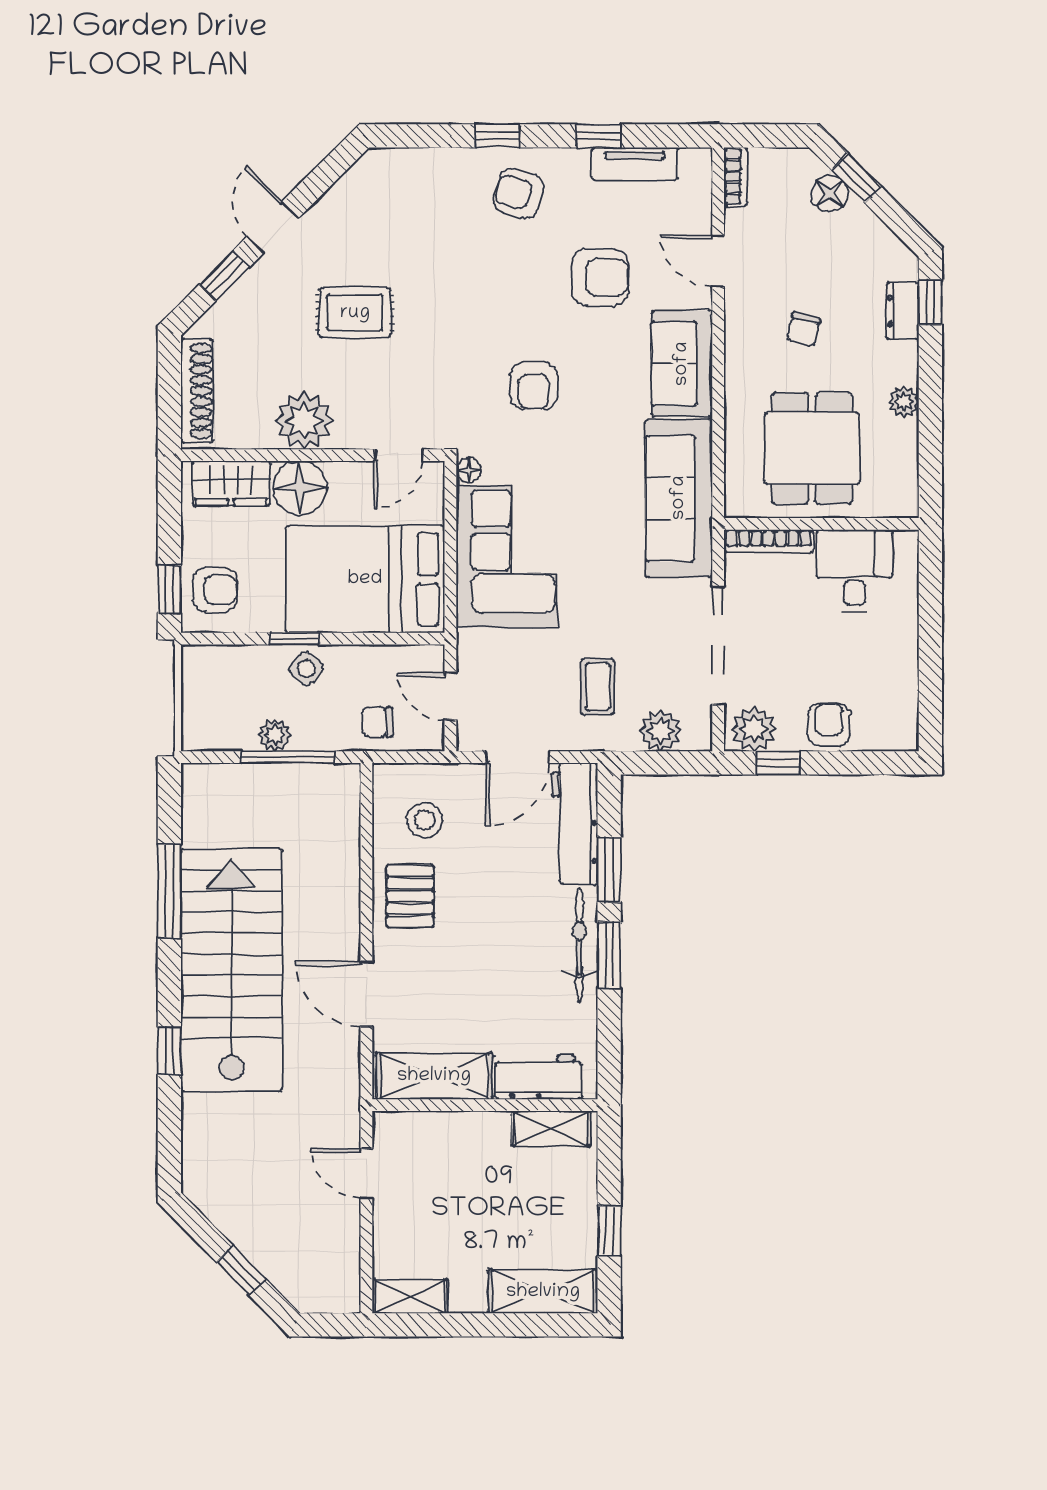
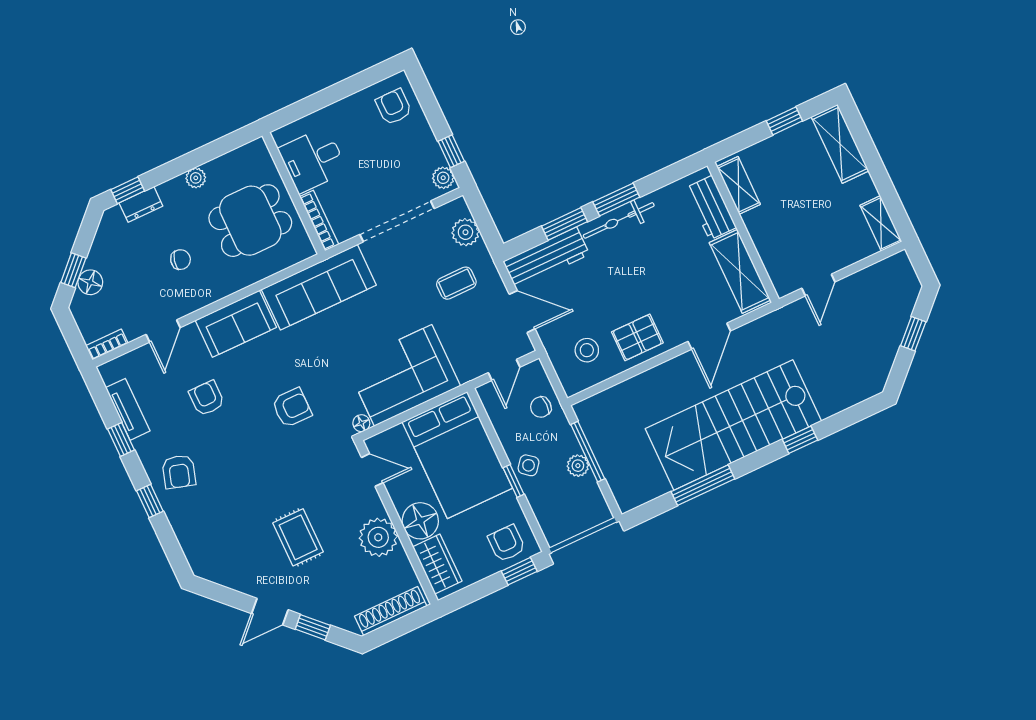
armchair: (600, 277) -> (207, 398), width x0.72, depth x0.72
chair: (377, 722) -> (541, 407), turned 90
armchair: (829, 725) -> (394, 107), moved, turned 90
plant: (754, 729) -> (443, 178), width x0.73, depth x0.73

